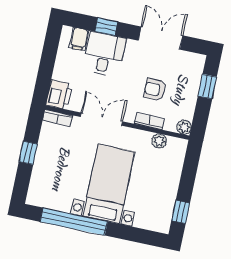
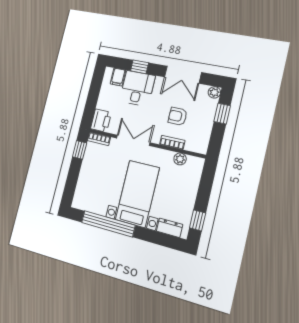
double door: (160, 38) -> (183, 75), swing flipped
plant: (184, 127) -> (214, 92), moved
window: (28, 153) -> (80, 150), moved
dresser: (148, 222) -> (169, 228), added

